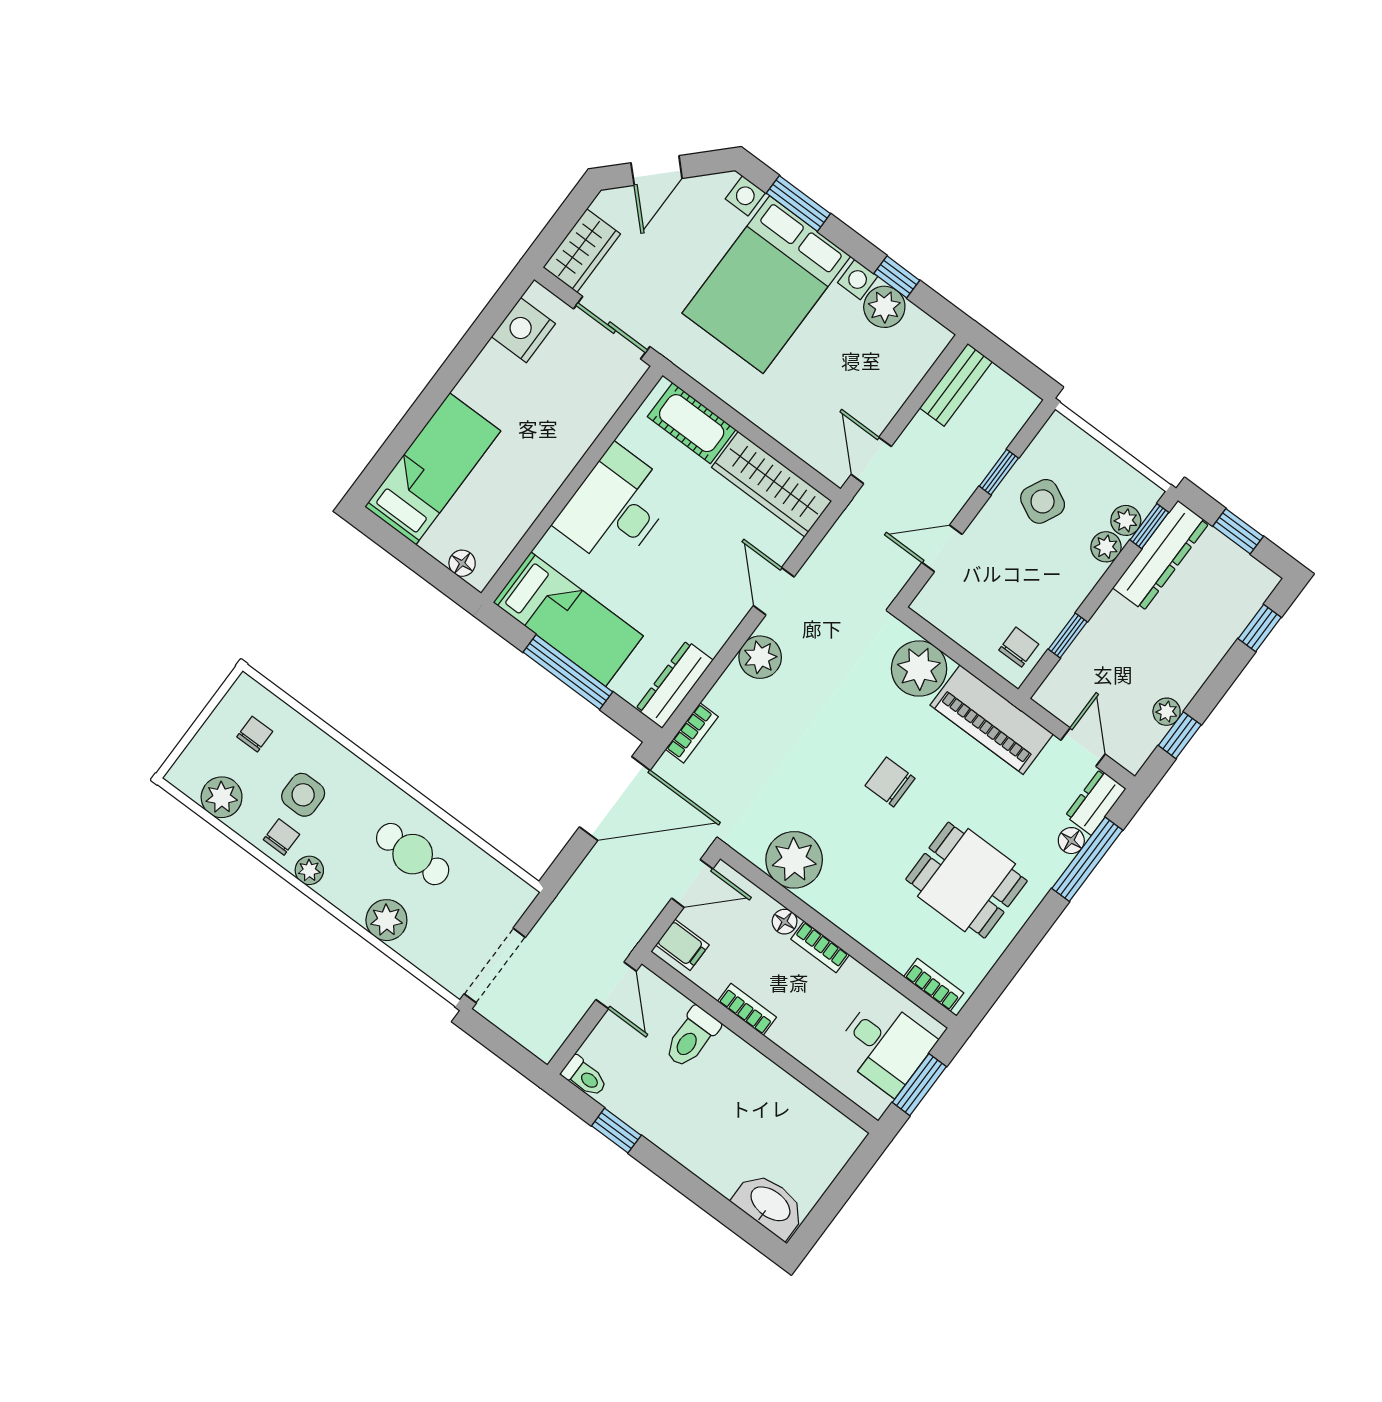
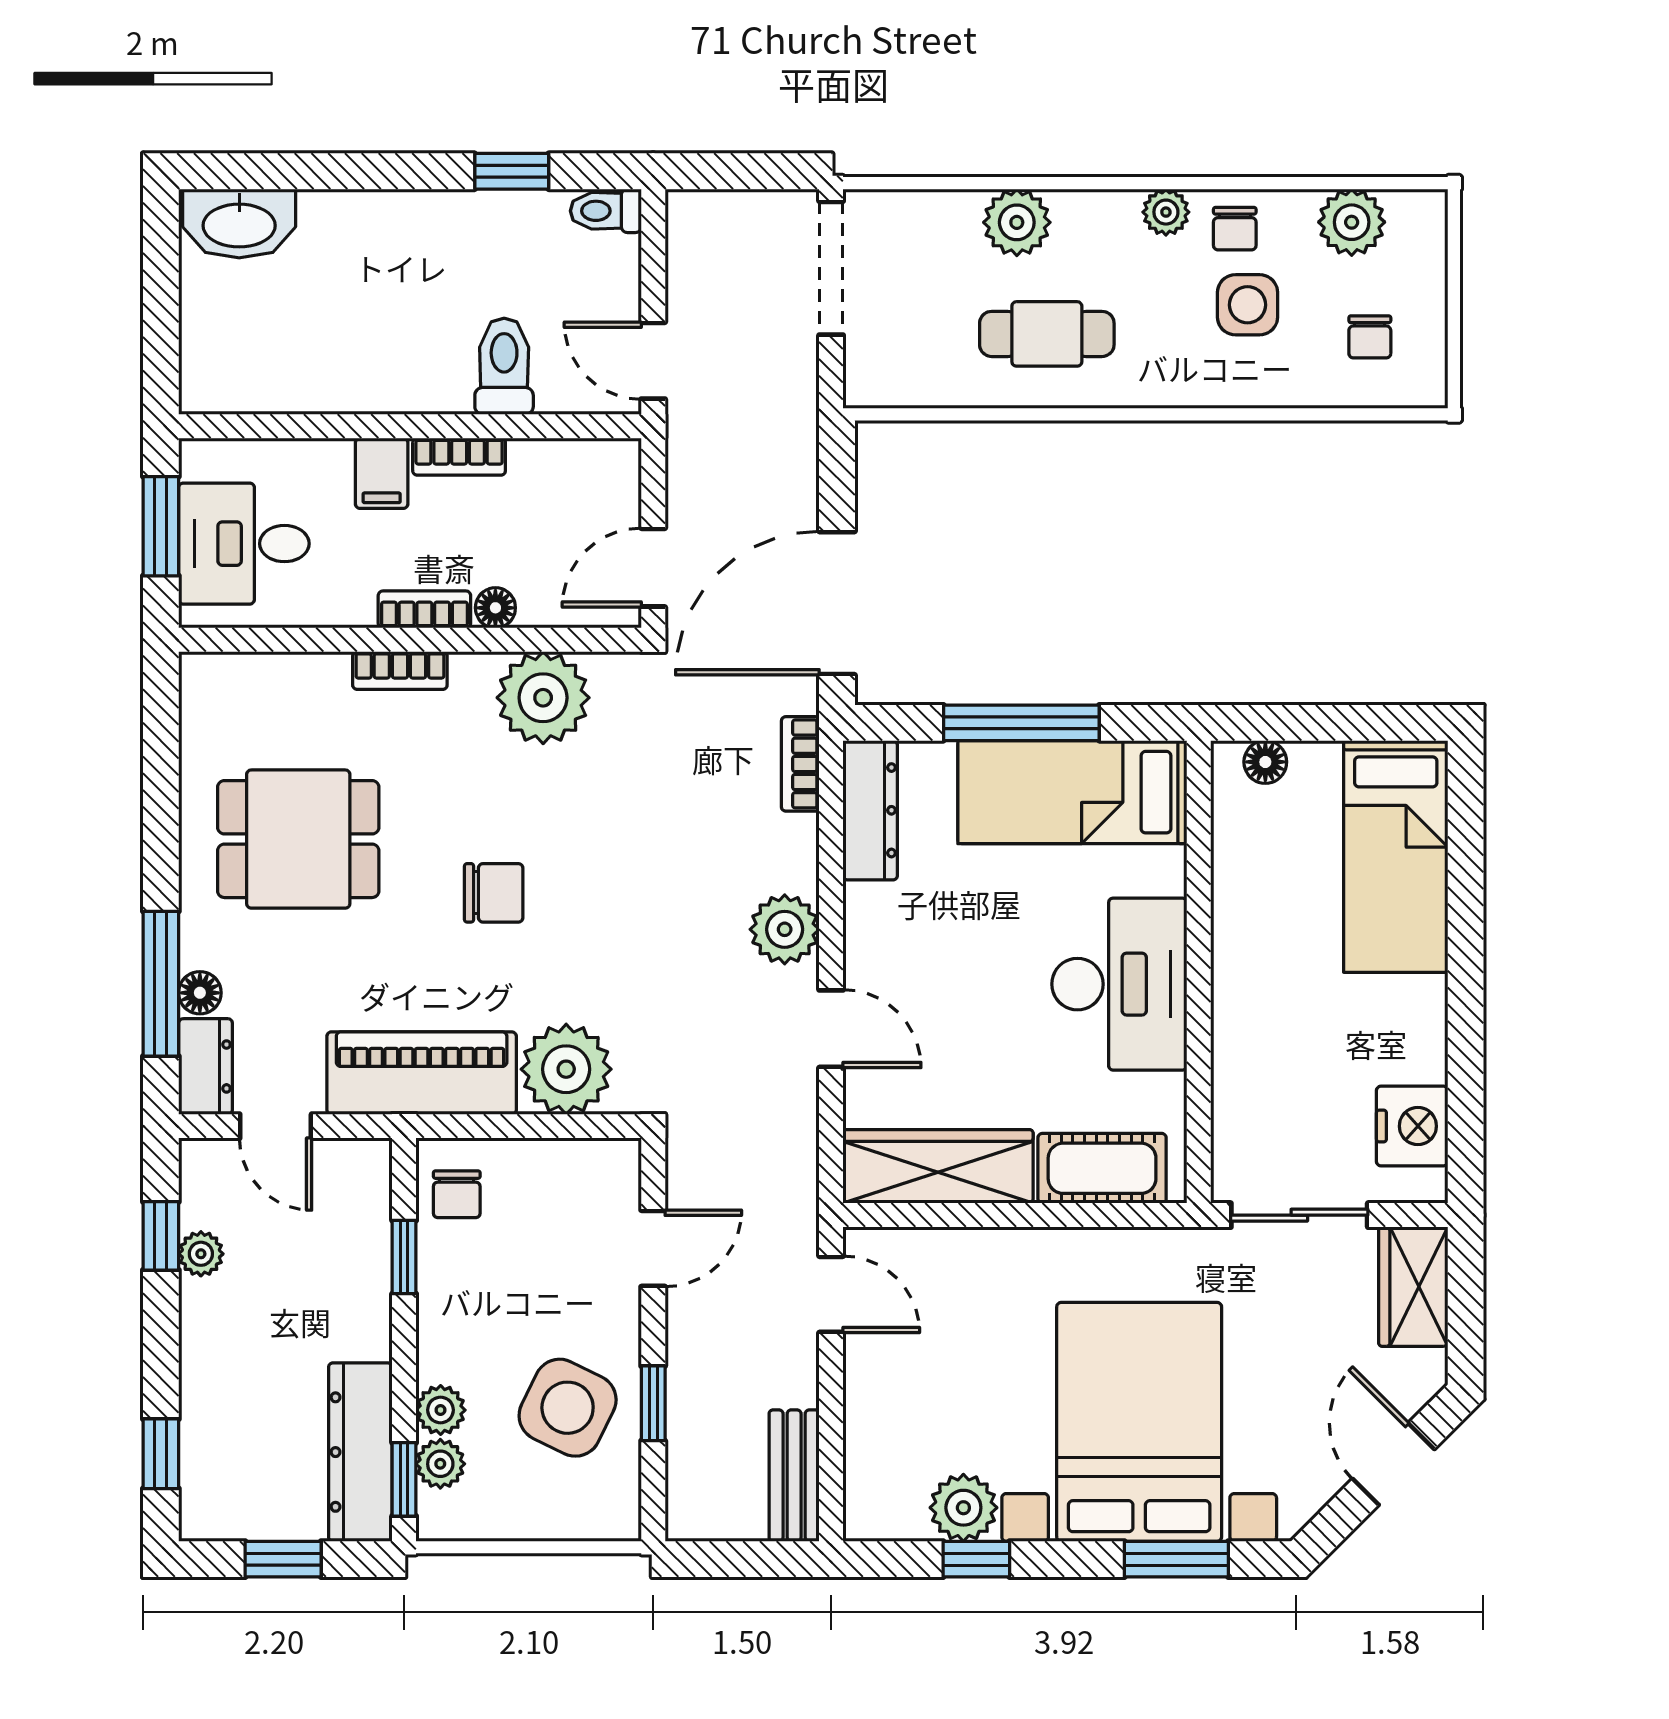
side table: (1043, 501) -> (568, 1408), width x1.37, depth x1.37
filing cabinet: (682, 945) -> (382, 473), moved, turned -90
bookcase: (934, 985) -> (400, 671), moved

